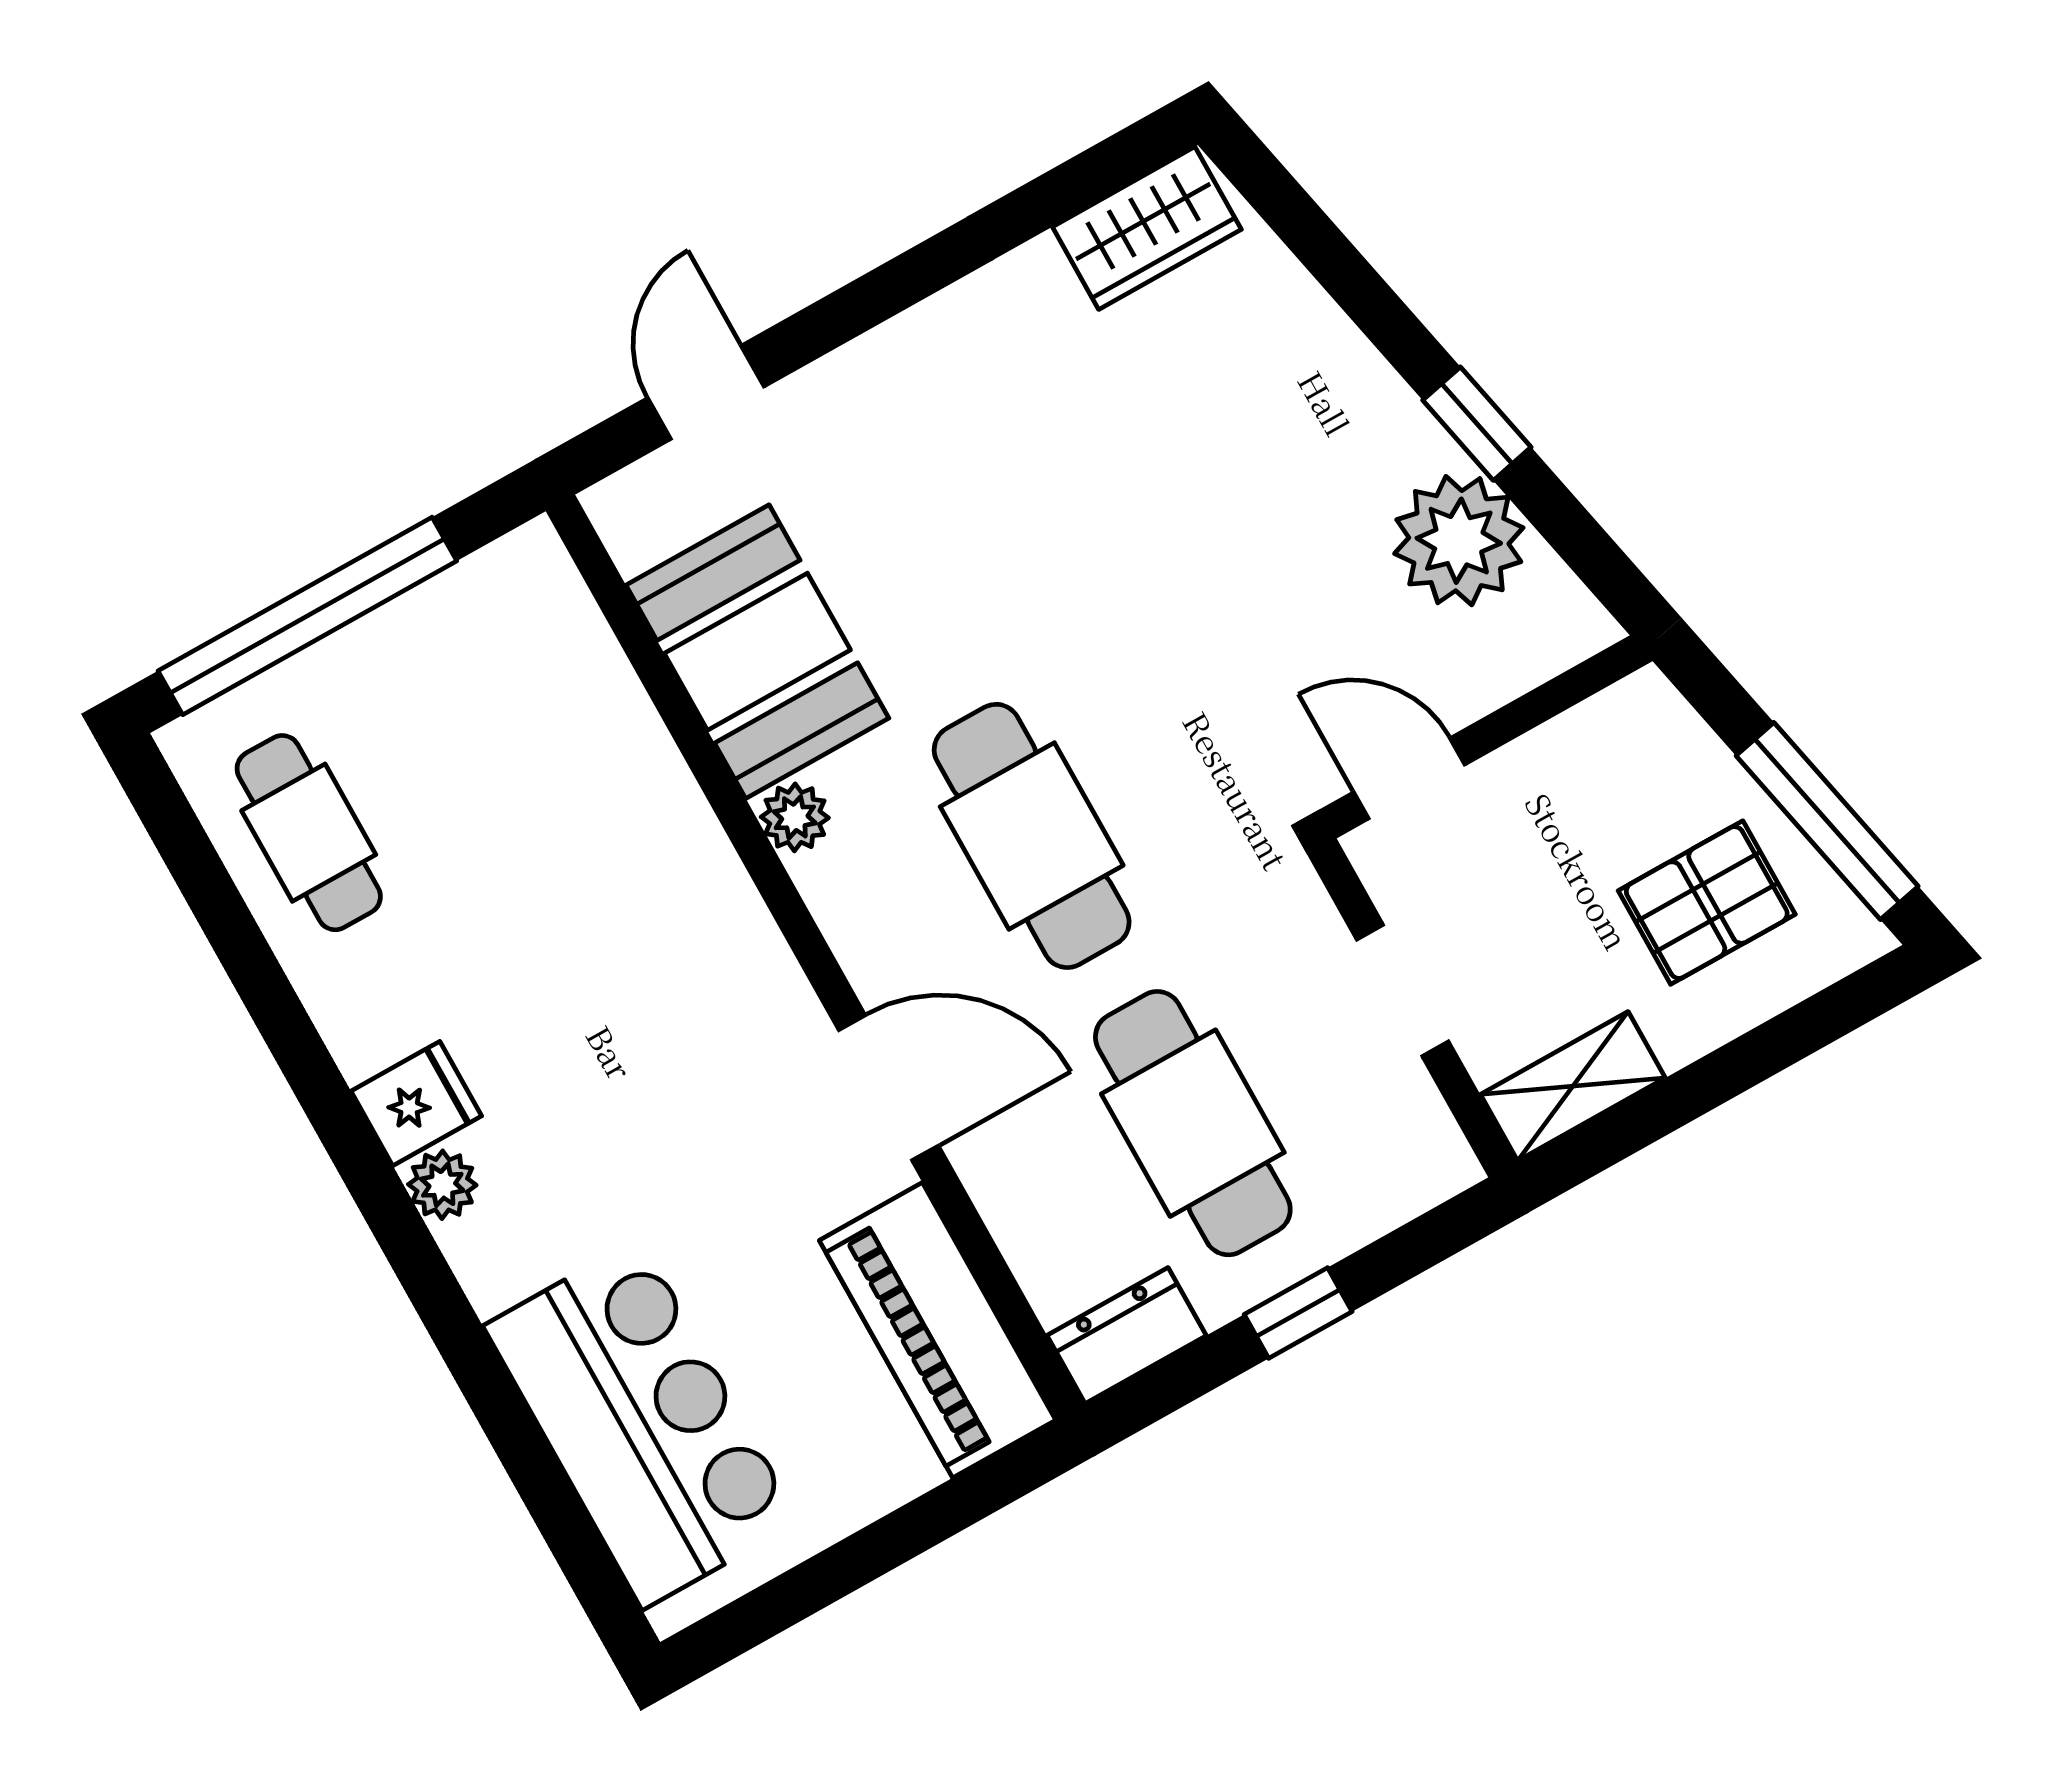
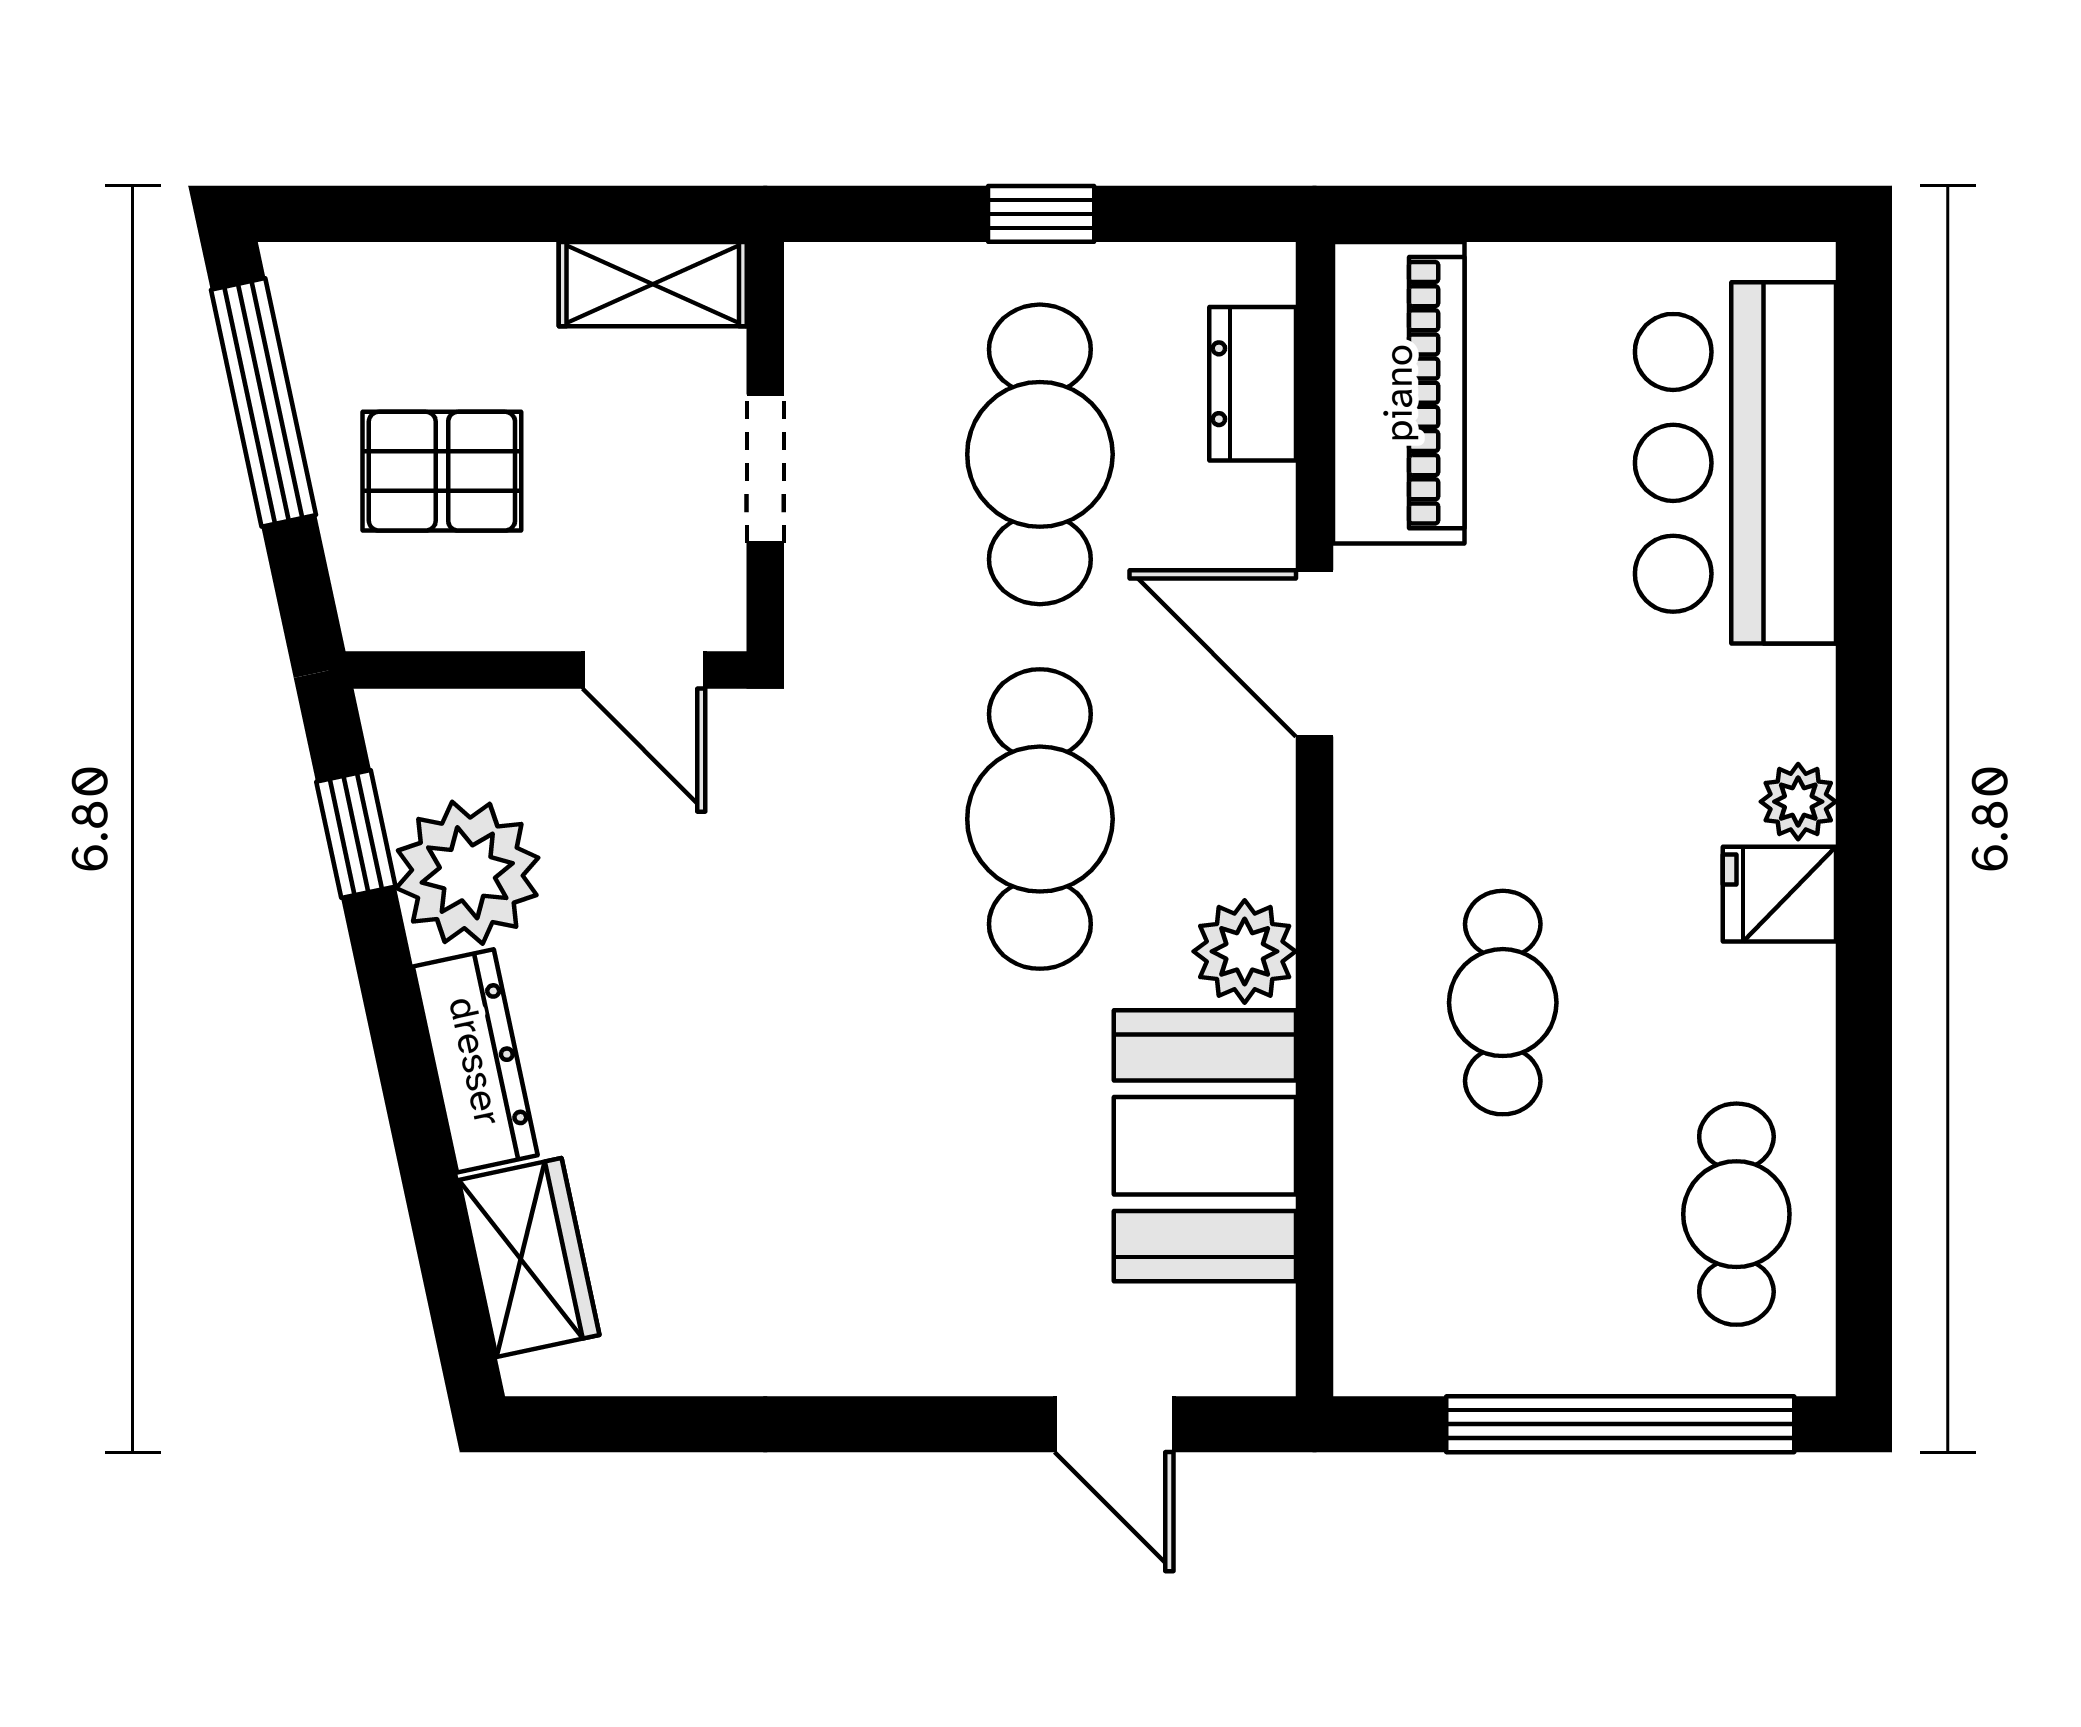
wardrobe: (1147, 228) -> (529, 1258), moved, turned 78
door: (706, 392) -> (1114, 1424), hinge flipped
dresser: (1369, 396) -> (475, 1061), added
window: (1477, 424) -> (356, 834), moved
plant: (795, 817) -> (1245, 951), width x1.38, depth x1.38
cafe table: (586, 896) -> (1503, 1003), added
pallet: (1707, 903) -> (442, 471), moved
dresser: (1127, 1336) -> (1253, 384), moved, turned 90

